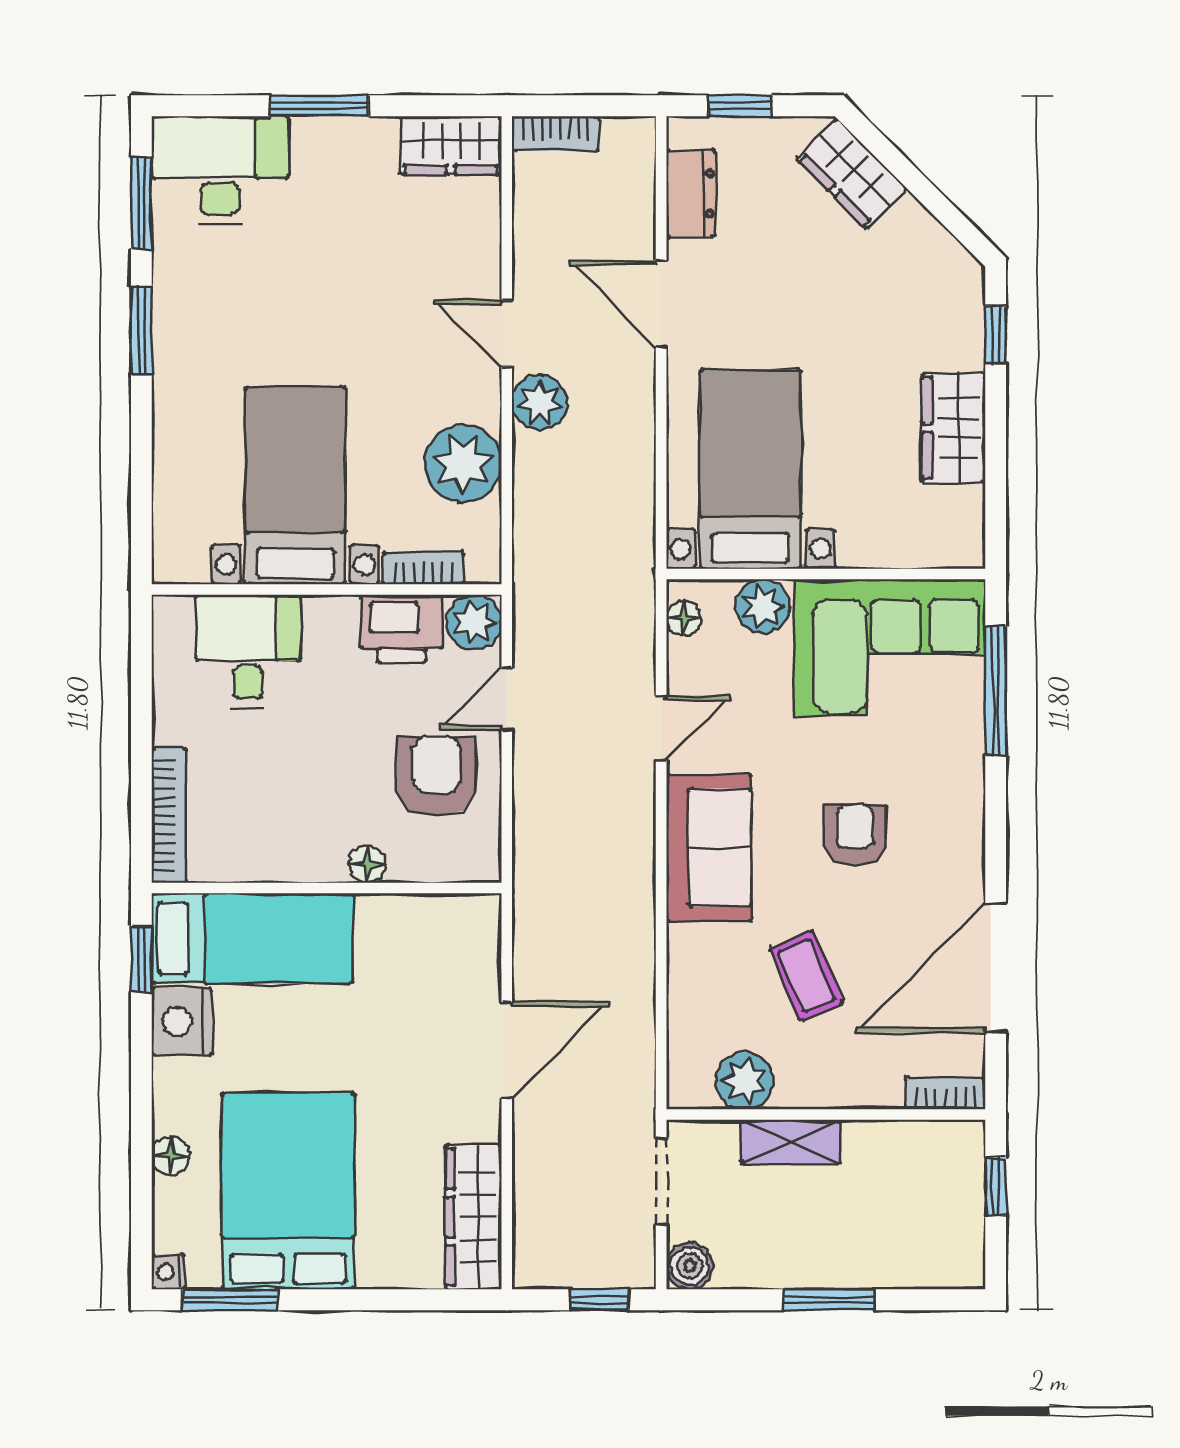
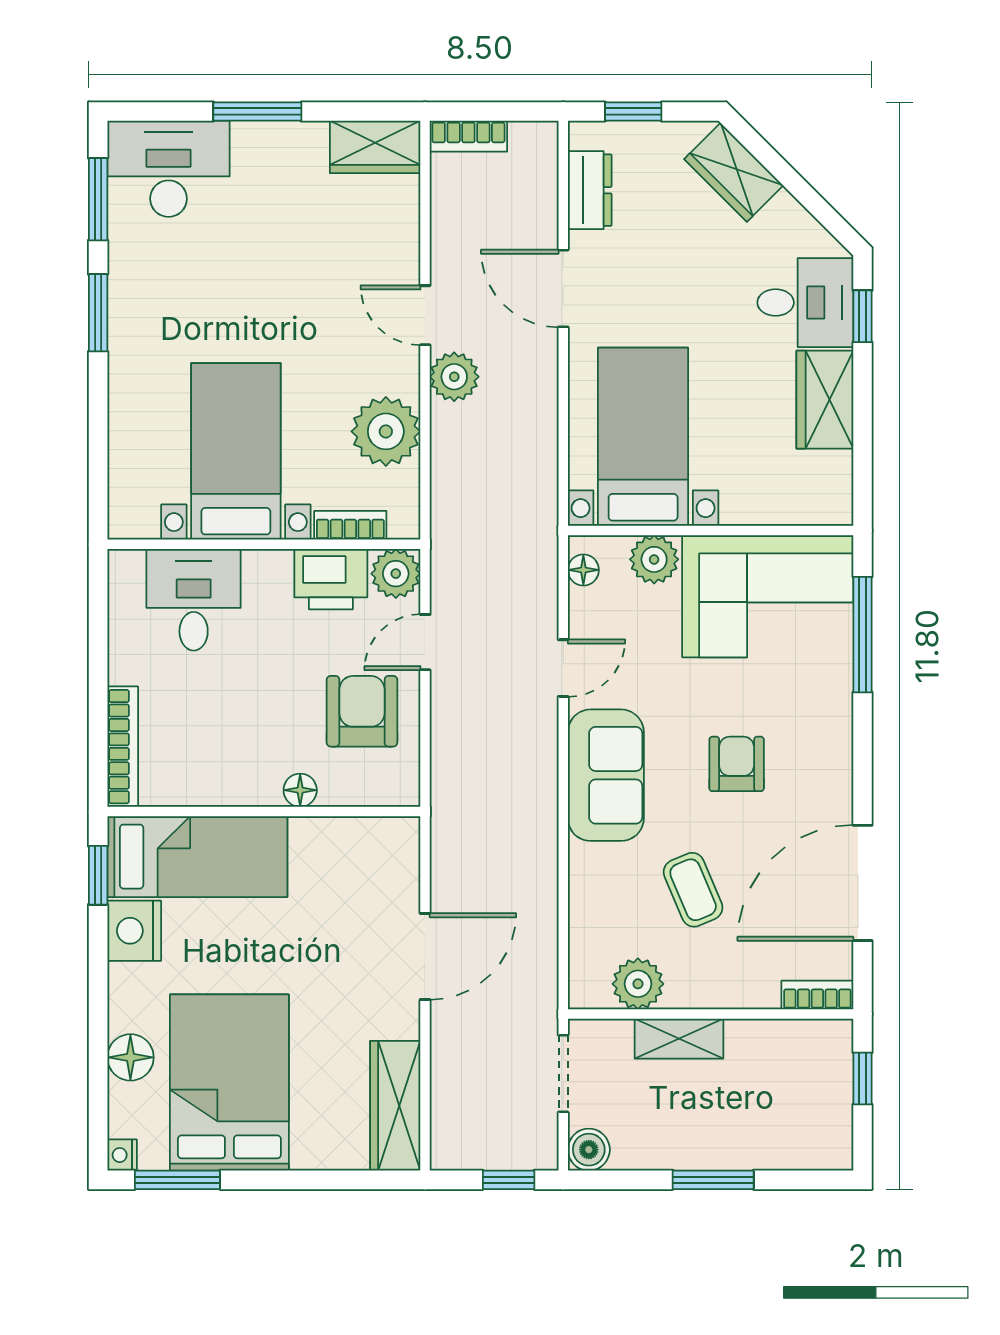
desk: (932, 319) -> (805, 303), added
floor lamp: (171, 1156) -> (130, 1057), width x1.37, depth x1.37

